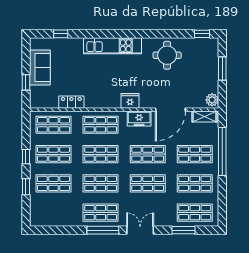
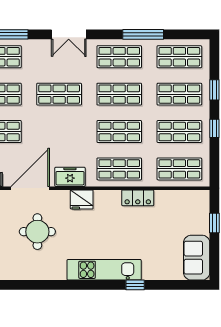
window: (61, 34) -> (135, 285), moved
round table: (167, 55) -> (37, 232), moved
sofa: (40, 67) -> (197, 258), moved
locker: (71, 102) -> (138, 198), moved
shop shelf: (148, 154) -> (179, 57), moved
window: (103, 230) -> (143, 34), moved

